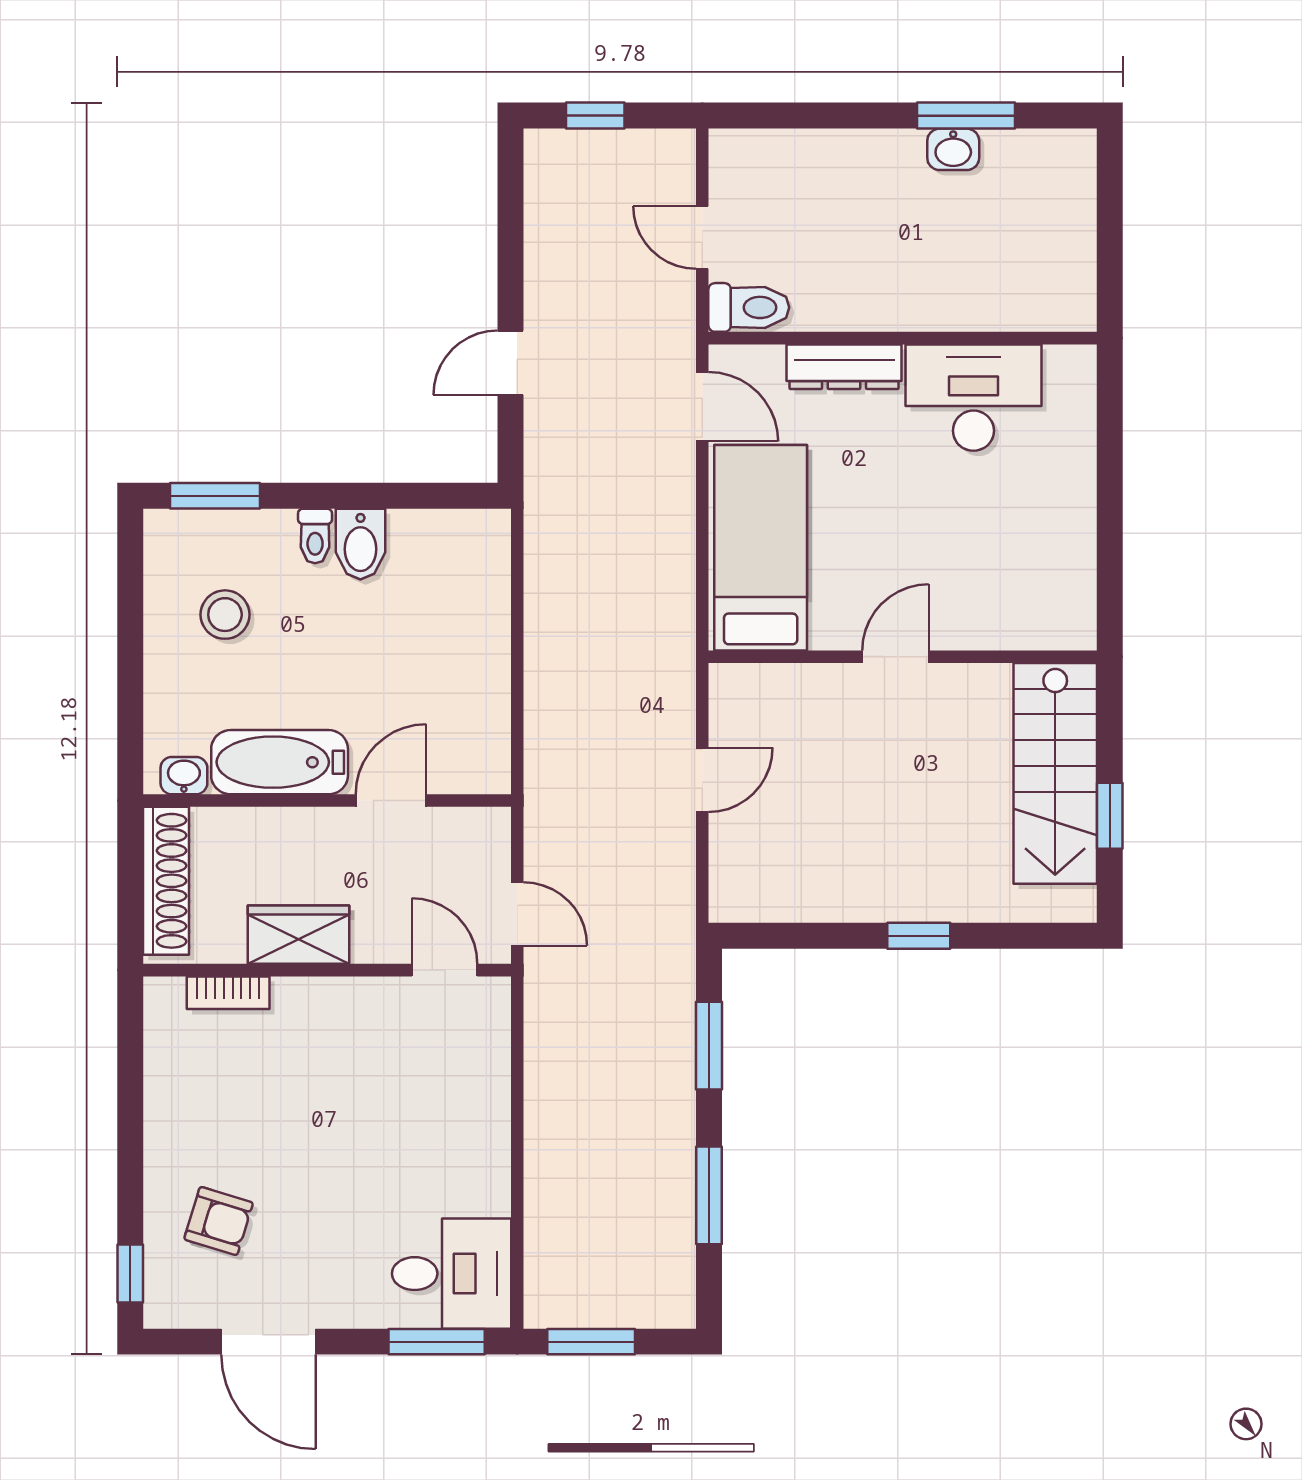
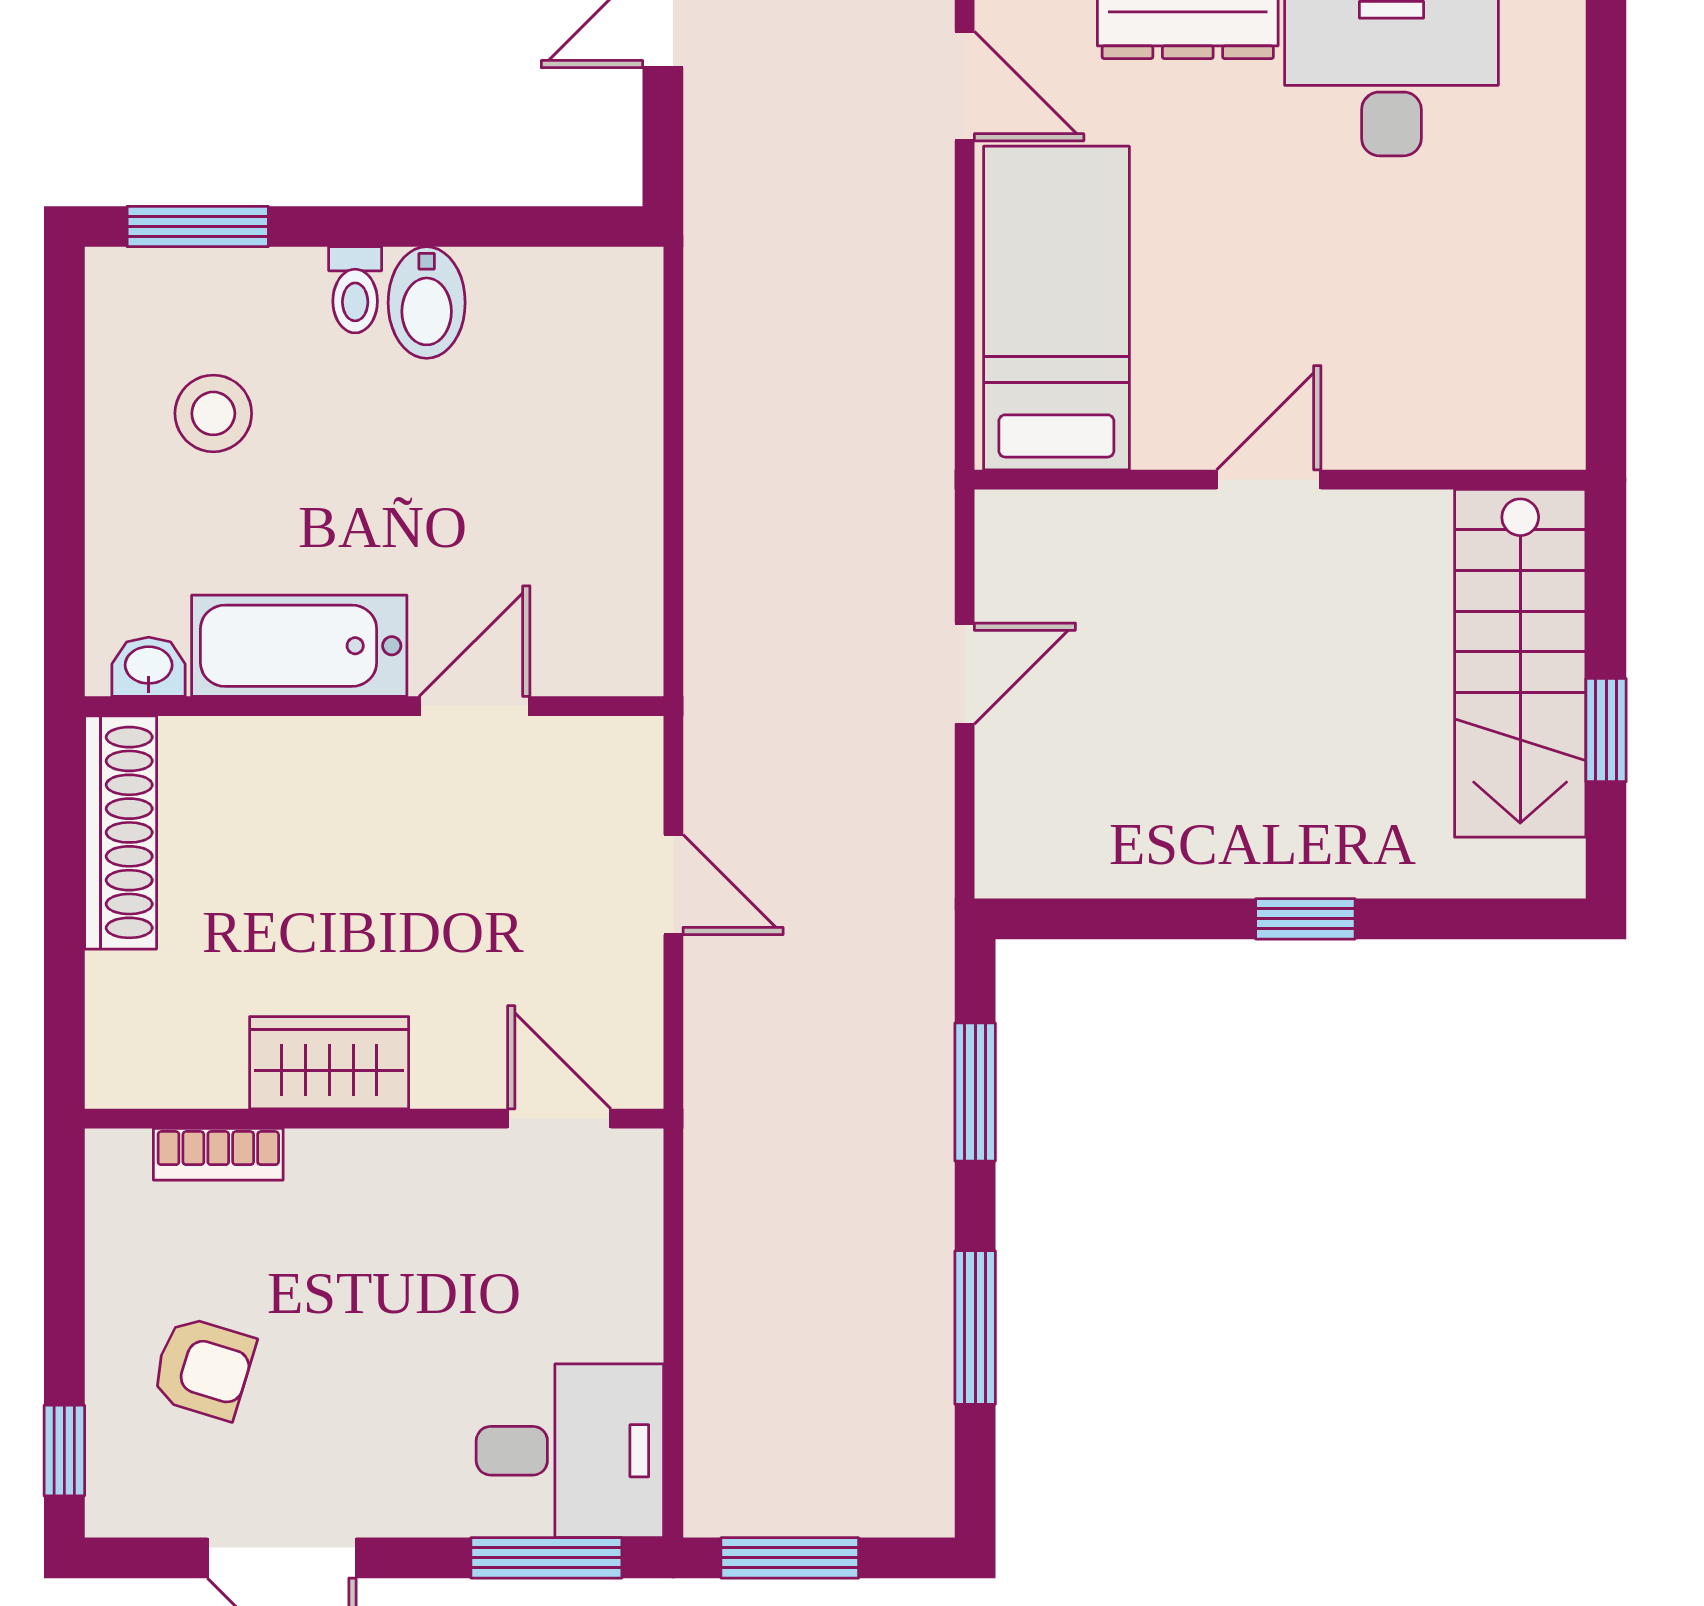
wardrobe: (299, 935) -> (329, 1063), moved
wall: (327, 970) -> (374, 1119), moved
door: (445, 970) -> (559, 1119), moved
bookcase: (228, 993) -> (218, 1154), moved

